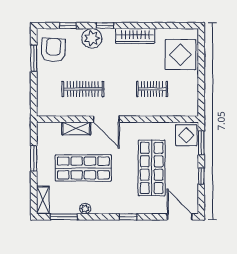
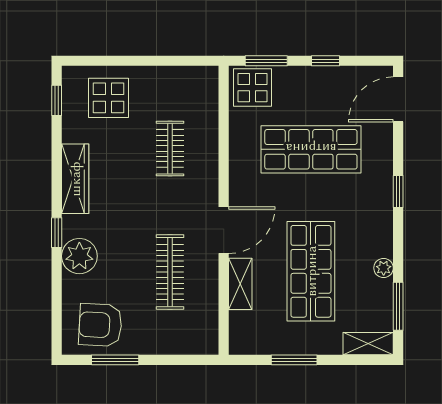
window: (68, 26) -> (57, 100), moved
display table: (180, 55) -> (108, 98), width x0.73, depth x0.73

